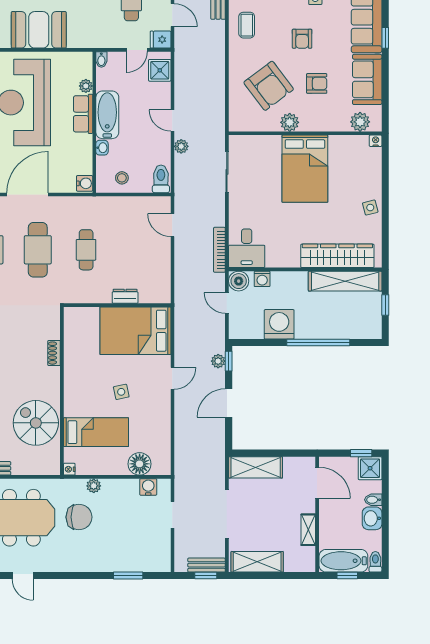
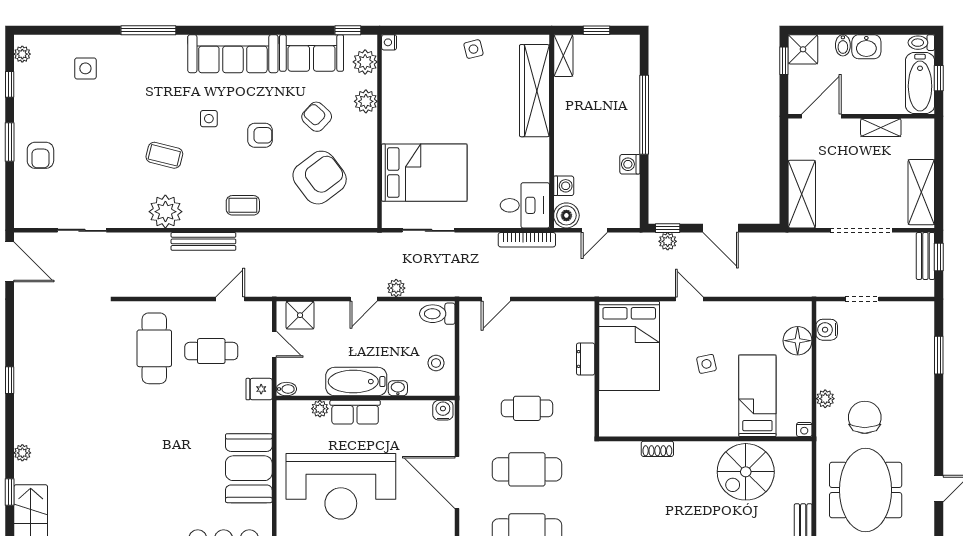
window: (385, 38) -> (348, 30), moved
fridge: (161, 40) -> (259, 389), moved, turned 90
armchair: (317, 83) -> (317, 117), turned -47
plant: (290, 122) -> (366, 101), moved
bed: (305, 169) -> (424, 173), moved
shelving: (345, 281) -> (563, 56), width x0.45, depth x0.75
washing machine: (279, 324) -> (630, 164), width x0.53, depth x0.53

